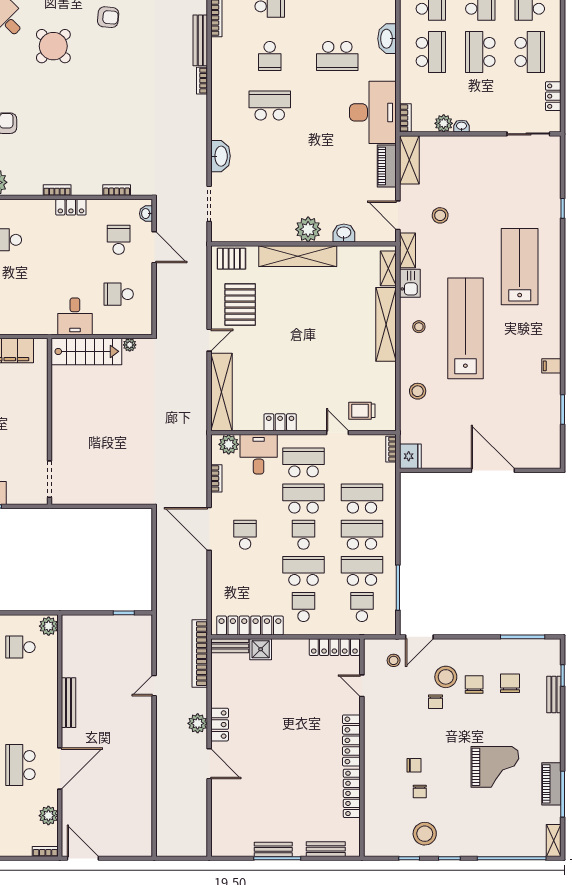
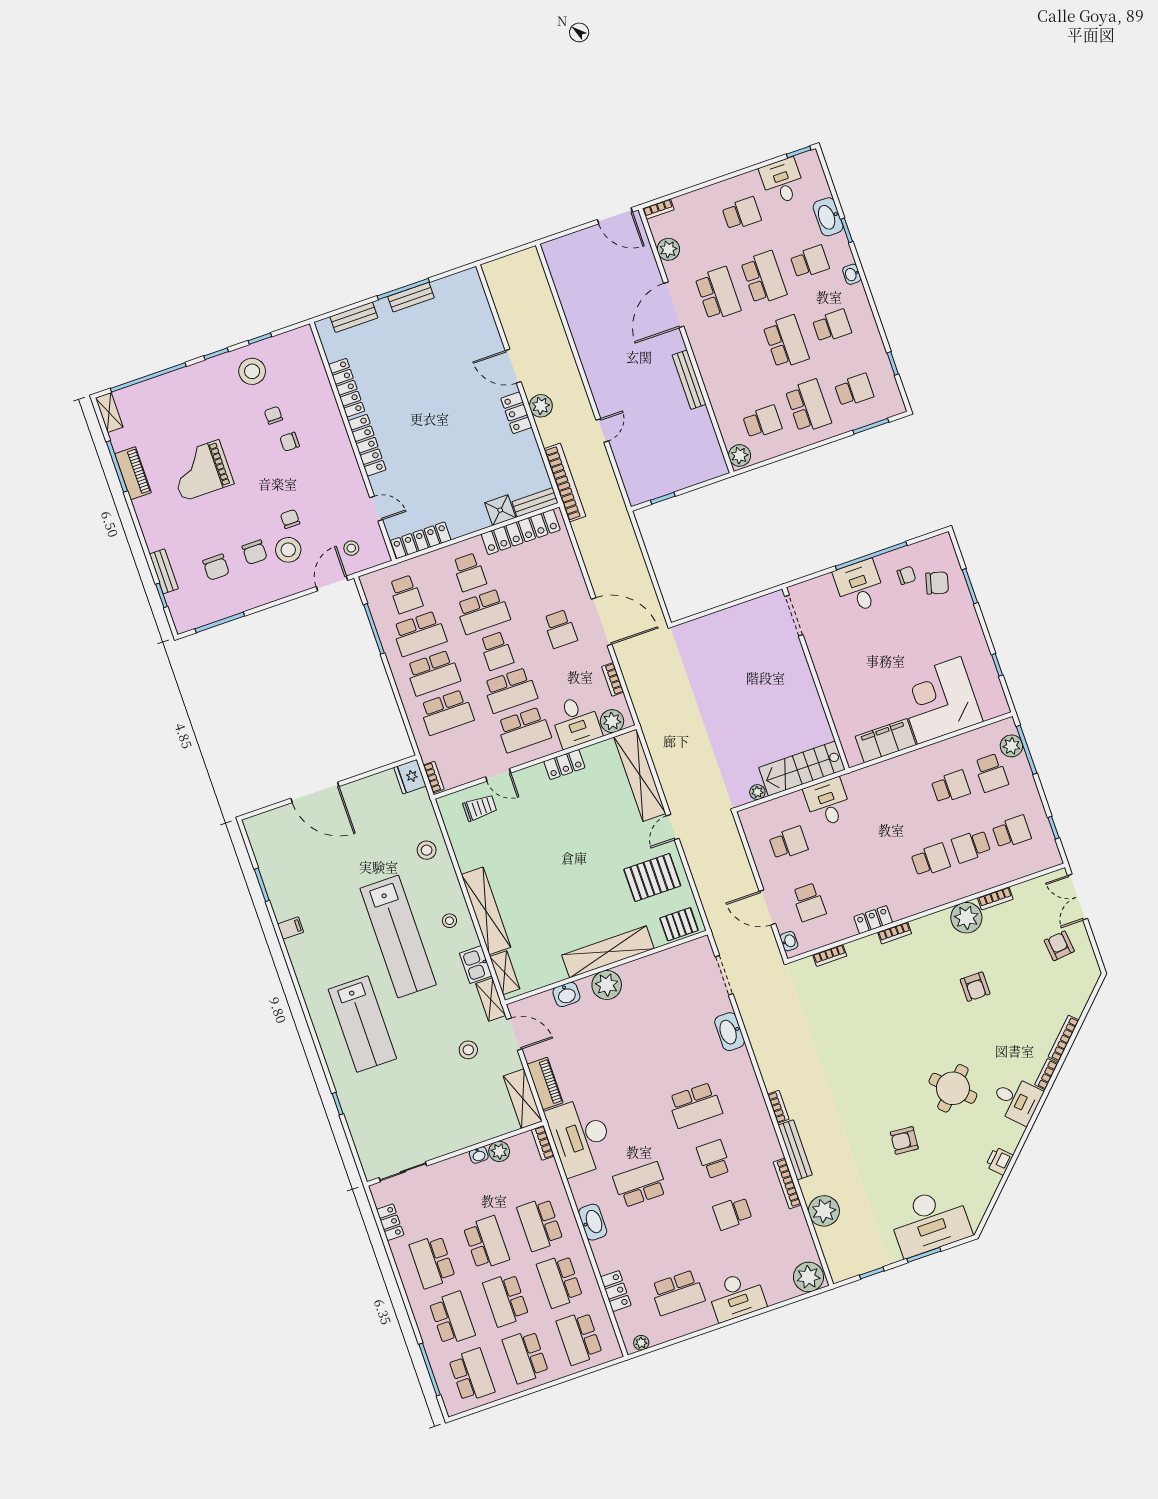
pallet: (240, 305) -> (652, 877), turned 90

